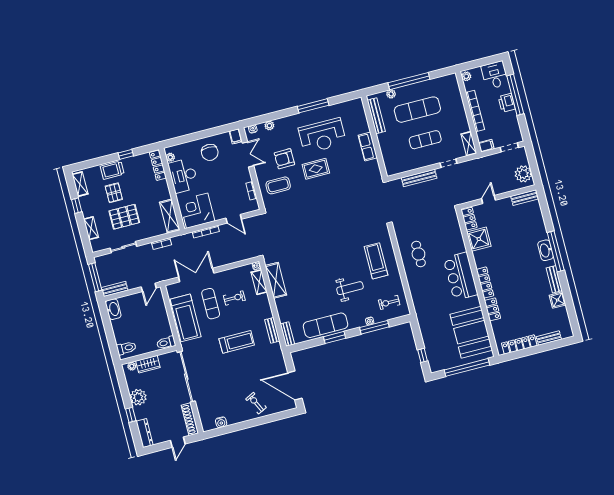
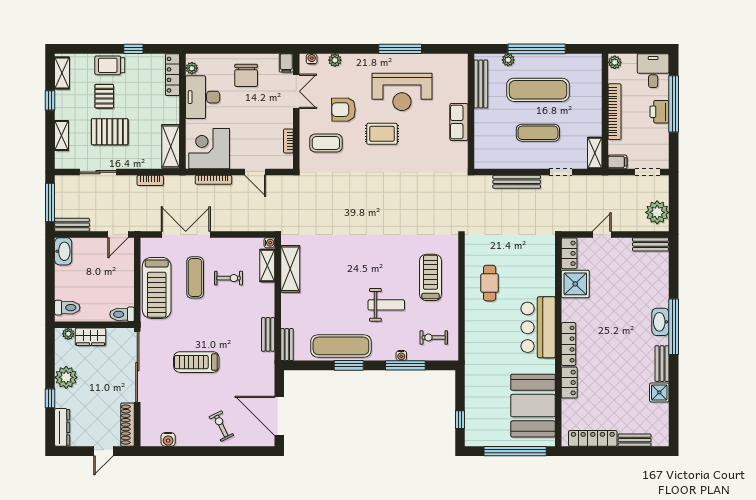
treadmill: (237, 342) -> (196, 362), moved, turned 180

